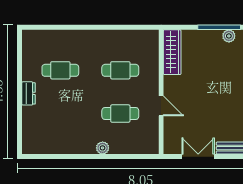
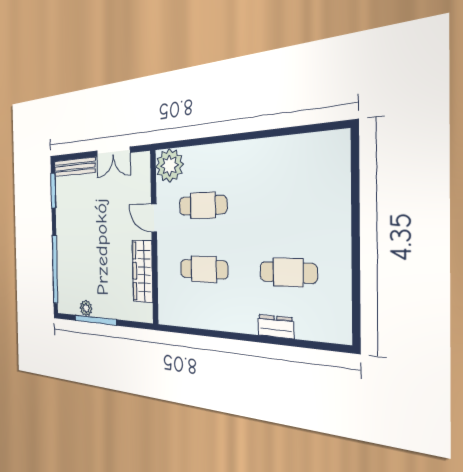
wardrobe: (172, 52) -> (143, 271), moved
dresser: (28, 93) -> (276, 327), moved, turned 90
plant: (103, 148) -> (170, 165), moved, width x1.88, depth x1.88

